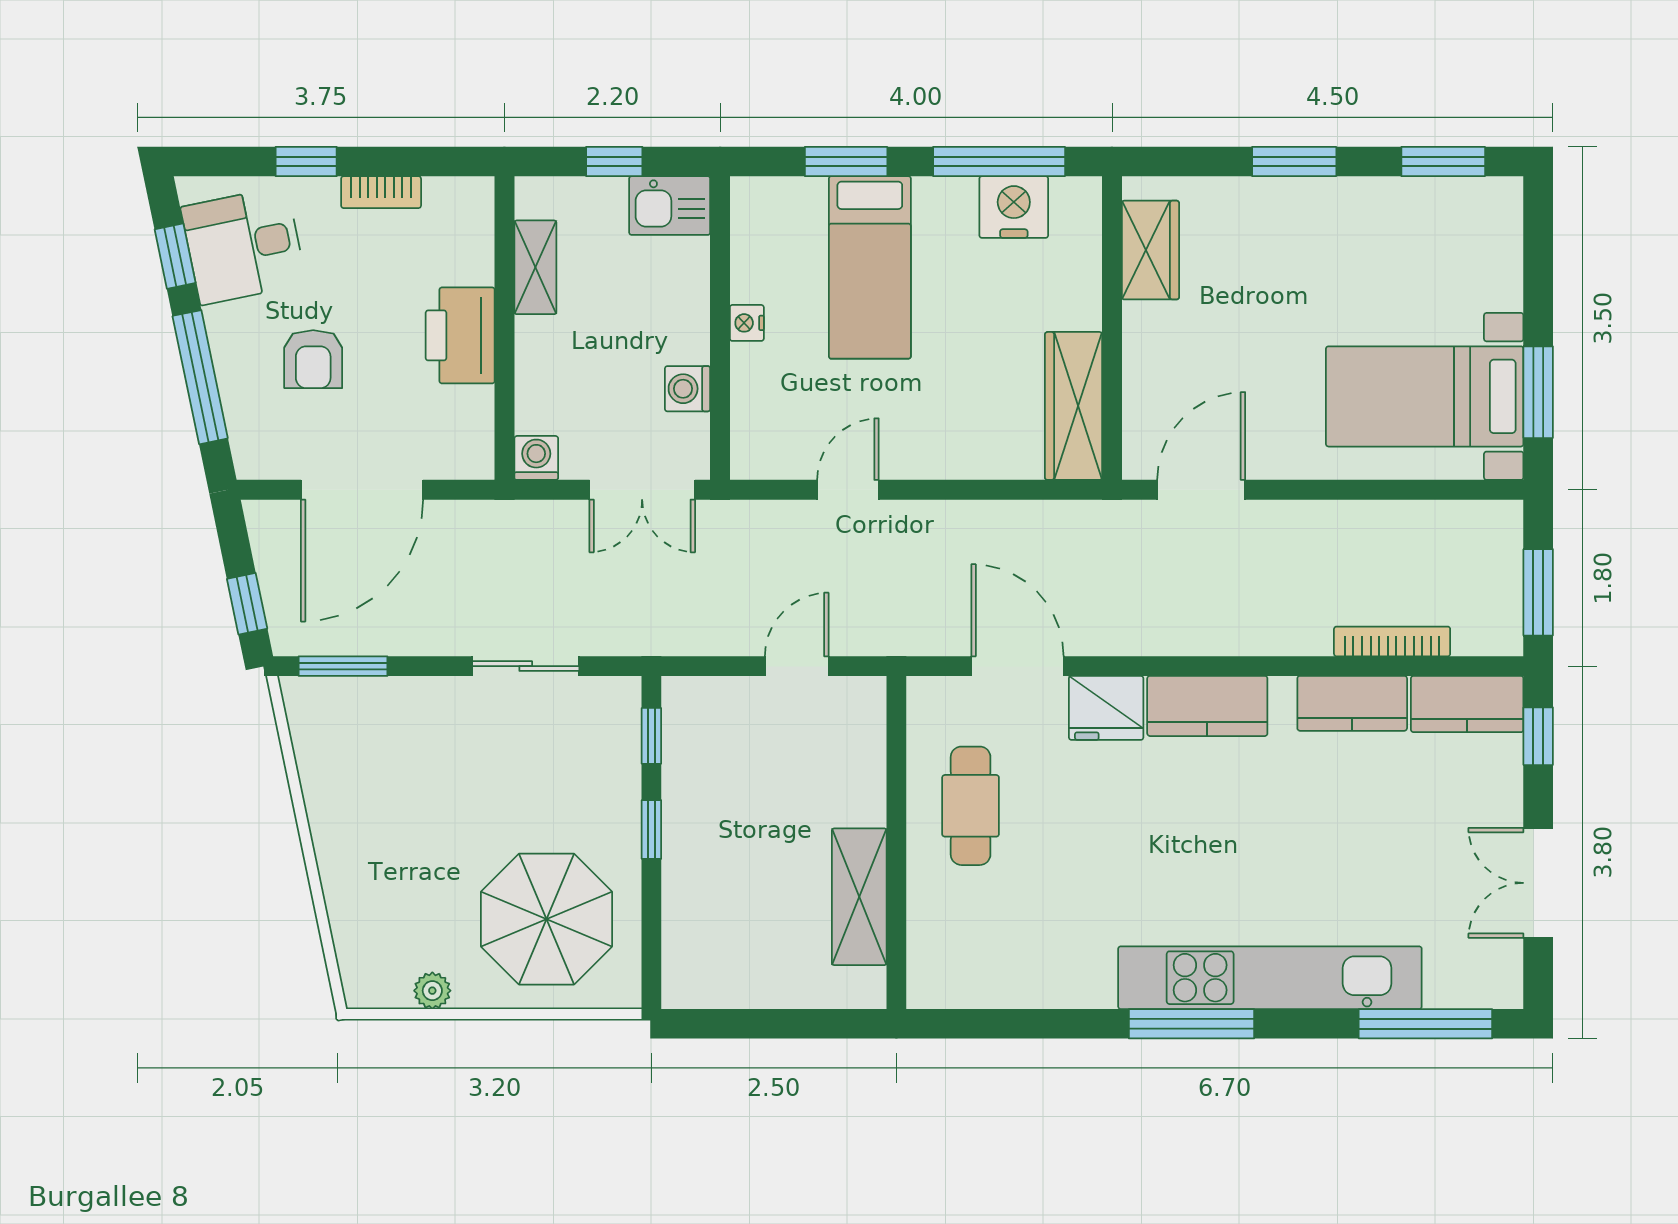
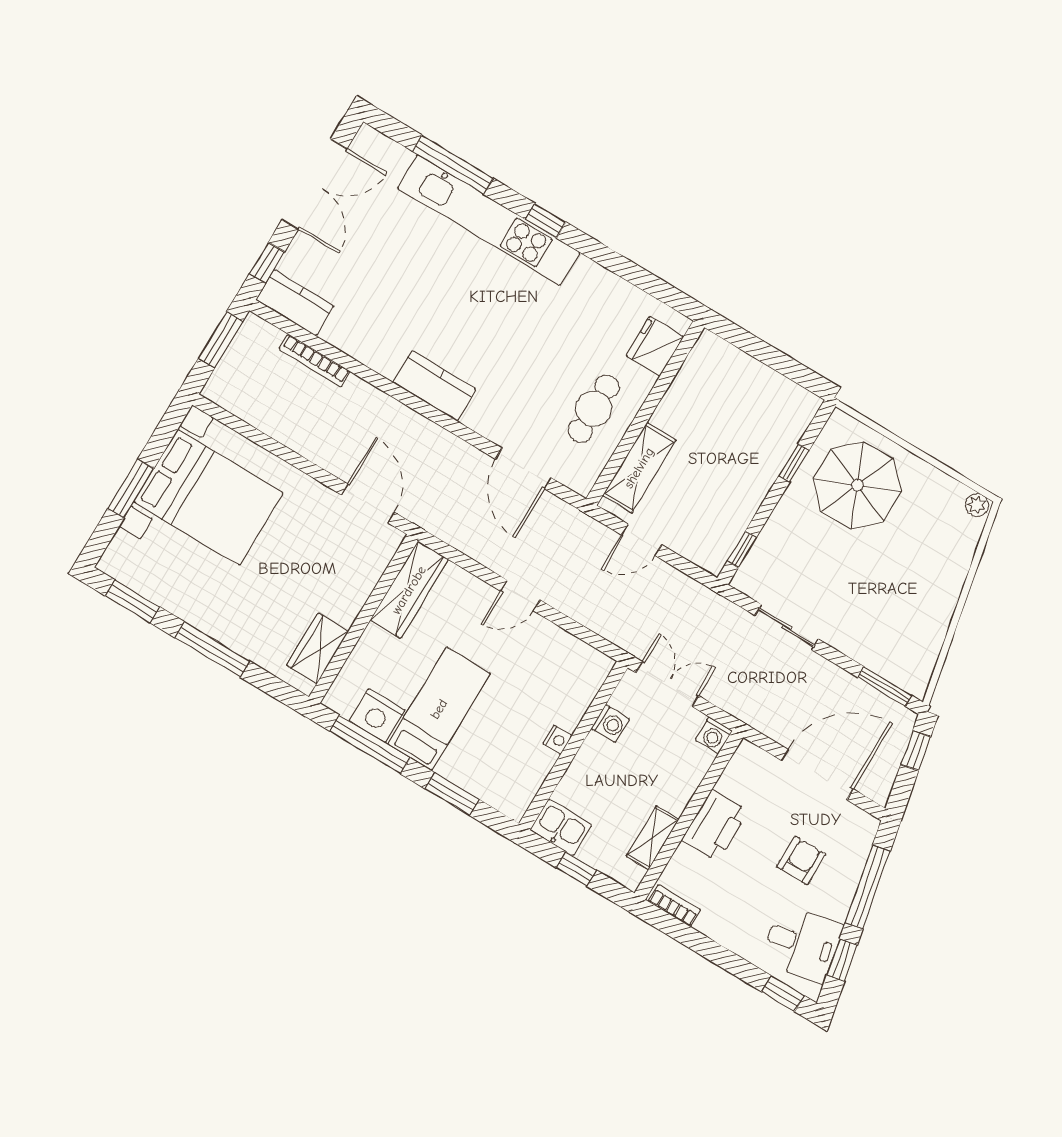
window: (306, 161) -> (783, 994), moved
window: (1294, 161) -> (212, 649), width x1.44
bookcase: (381, 192) -> (674, 906), moved
bed: (870, 267) -> (439, 709), moved
window: (1538, 392) -> (131, 489), moved
bed with nightstands: (1425, 396) -> (208, 497), width x1.36
door: (848, 490) -> (520, 595), moved
door: (1201, 490) -> (368, 504), swing flipped
kitchen counter: (1352, 703) -> (356, 340), removed
fridge: (1106, 708) -> (655, 346), moved, turned -90
window: (651, 829) -> (794, 463), moved
double door: (1538, 883) -> (314, 184), width x1.37
shelving: (859, 897) -> (639, 468), moved
plant: (432, 991) -> (977, 505), moved
window: (1192, 1024) -> (546, 221), width x0.46
window: (1425, 1024) -> (453, 165), moved

